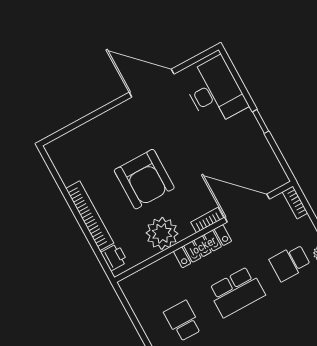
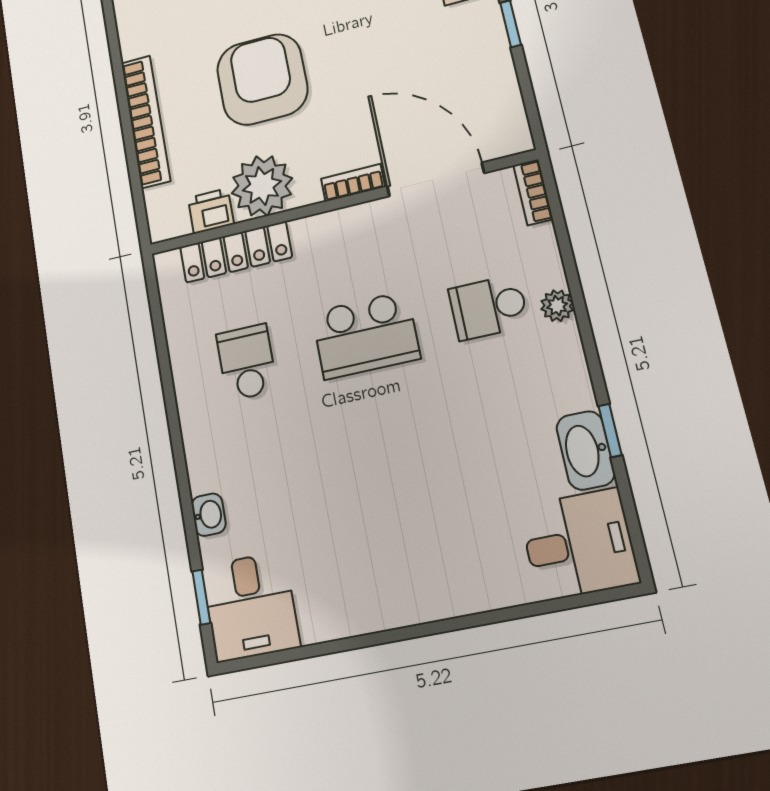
armchair: (144, 179) -> (262, 79), turned 180
locker: (203, 246) -> (236, 252), moved
printer: (114, 257) -> (211, 211), moved, turned -90

